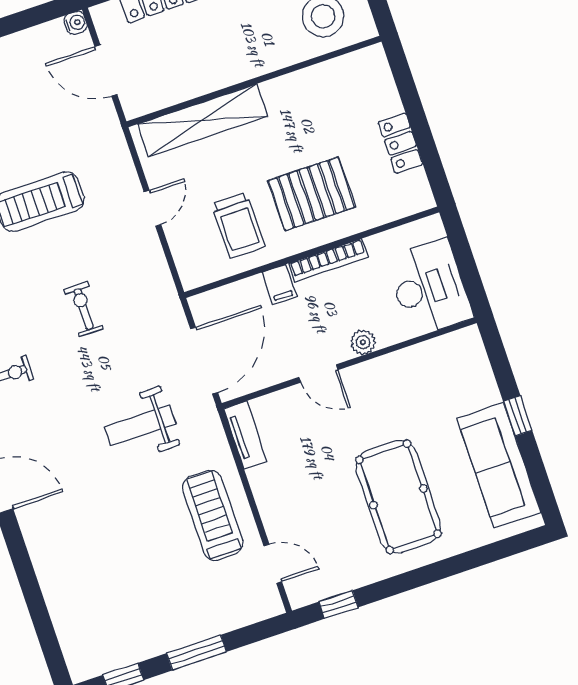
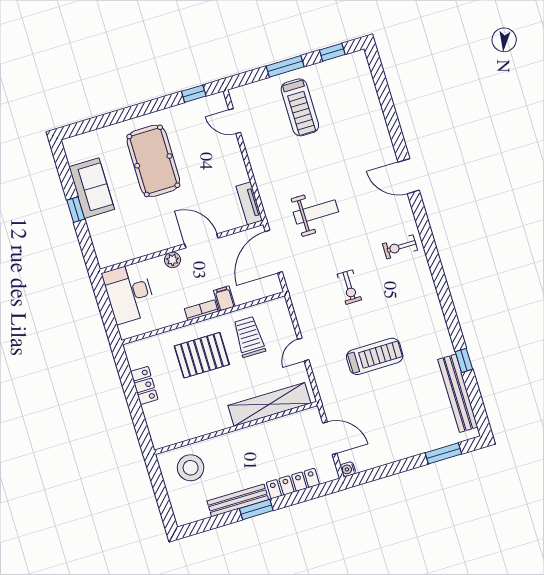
bookcase: (328, 260) -> (201, 310), width x0.64
door: (318, 374) -> (201, 241), width x1.38
sofa: (499, 465) -> (92, 188), width x0.73
treadmill: (213, 515) -> (300, 107), moved

